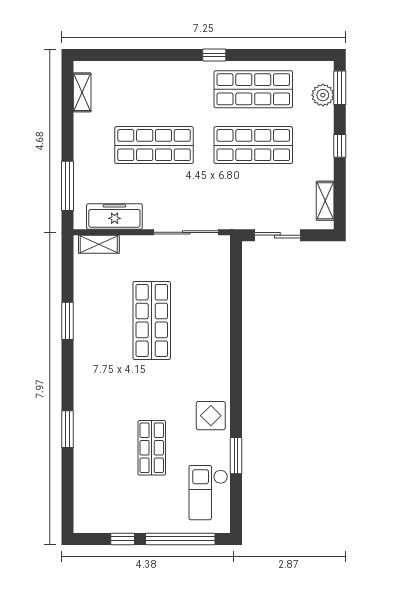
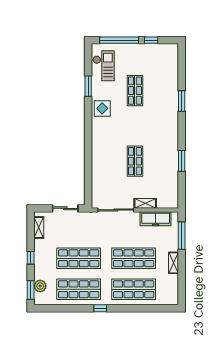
shop shelf: (154, 89) -> (134, 289), added
shelving: (82, 92) -> (173, 263), moved
shelving: (99, 244) -> (145, 203), moved
shop shelf: (152, 320) -> (135, 161), width x0.70, depth x0.74

